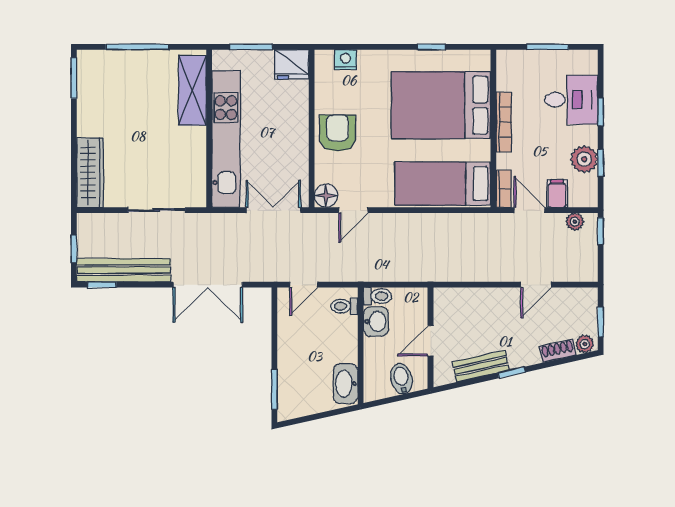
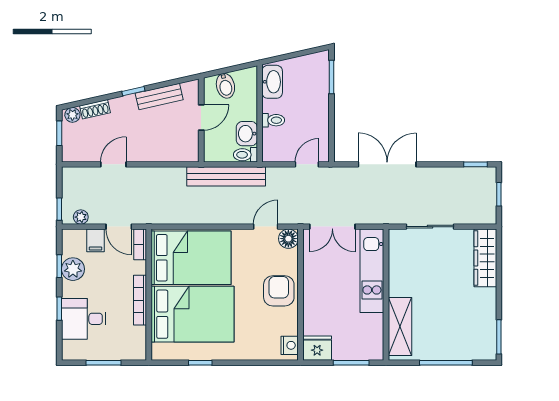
nightstand: (346, 60) -> (290, 345), moved, turned -90
armchair: (338, 133) -> (279, 291), turned 180
kitchen unit: (226, 139) -> (372, 271), width x0.73
bed: (443, 184) -> (191, 258), width x1.50
bench: (124, 270) -> (226, 176), moved
toilet: (344, 306) -> (273, 120), moved

